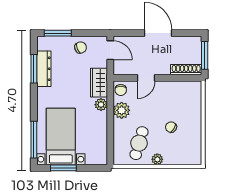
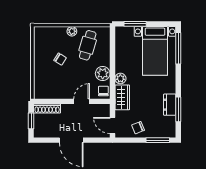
window: (205, 55) -> (31, 121), width x0.67
dresser: (44, 69) -> (170, 105), width x0.70
window: (63, 168) -> (135, 24), moved

